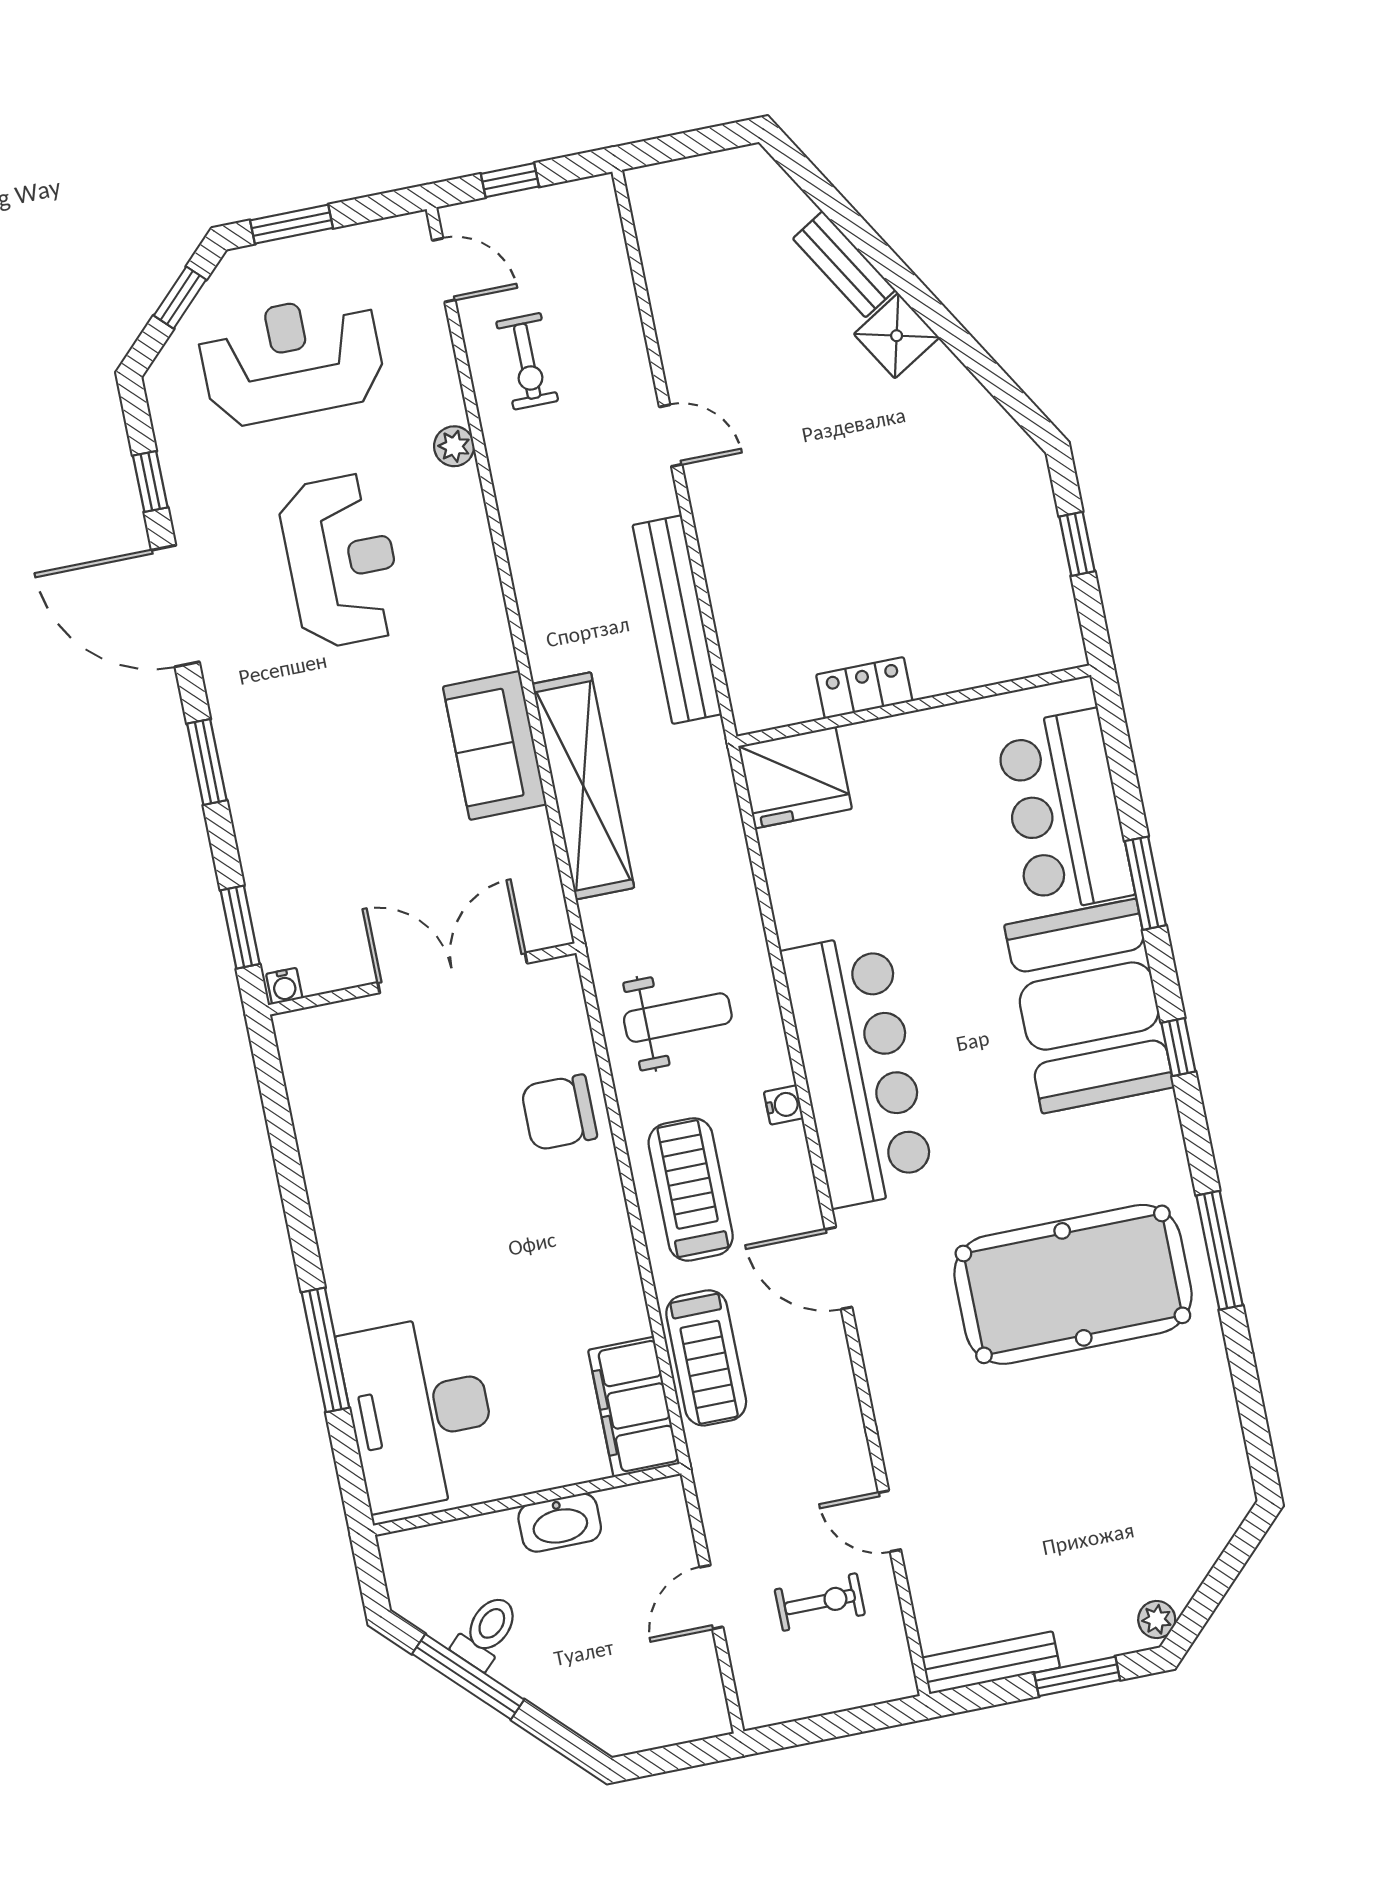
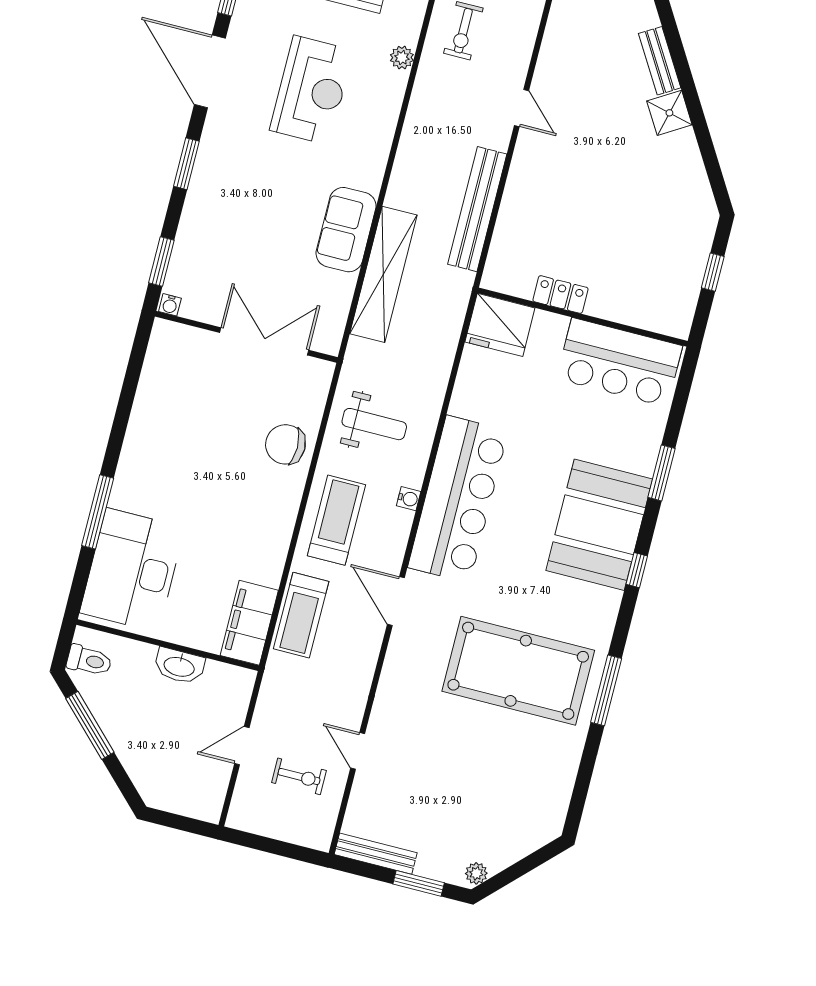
bar counter: (1065, 811) -> (619, 362), moved, turned -90
toilet: (486, 1632) -> (89, 660), moved, turned 45

